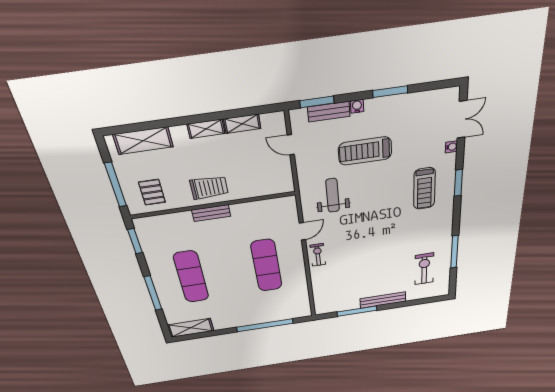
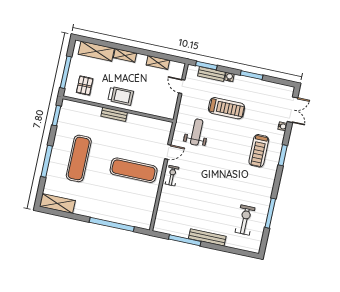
shelving: (206, 129) -> (125, 55), moved
treadmill: (365, 151) -> (226, 108), turned 180
exercise mat: (267, 266) -> (134, 170), turned 90

